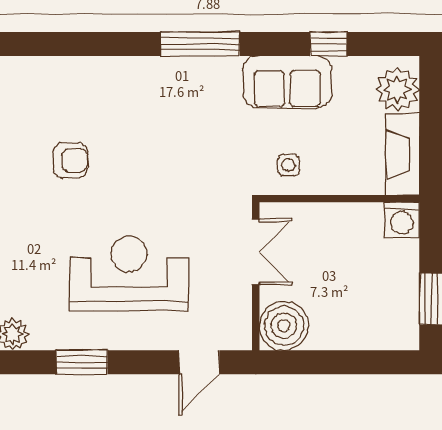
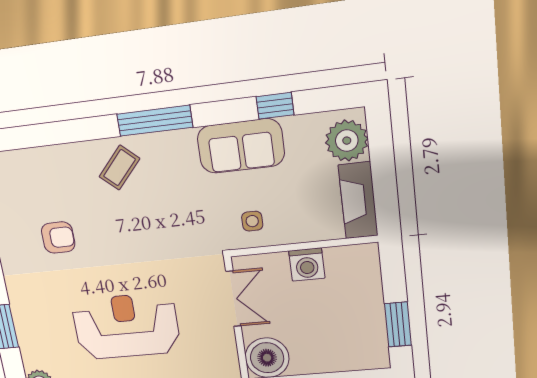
coffee table: (154, 90) -> (119, 168), added
washing machine: (402, 220) -> (307, 264), moved

